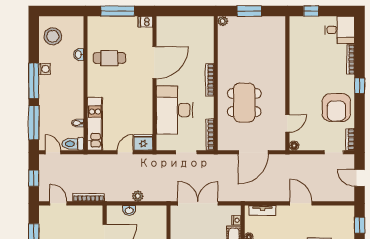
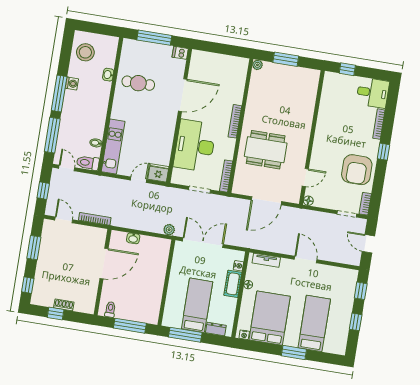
dining table: (244, 103) -> (266, 150), turned 90
plant: (138, 196) -> (169, 230), moved

